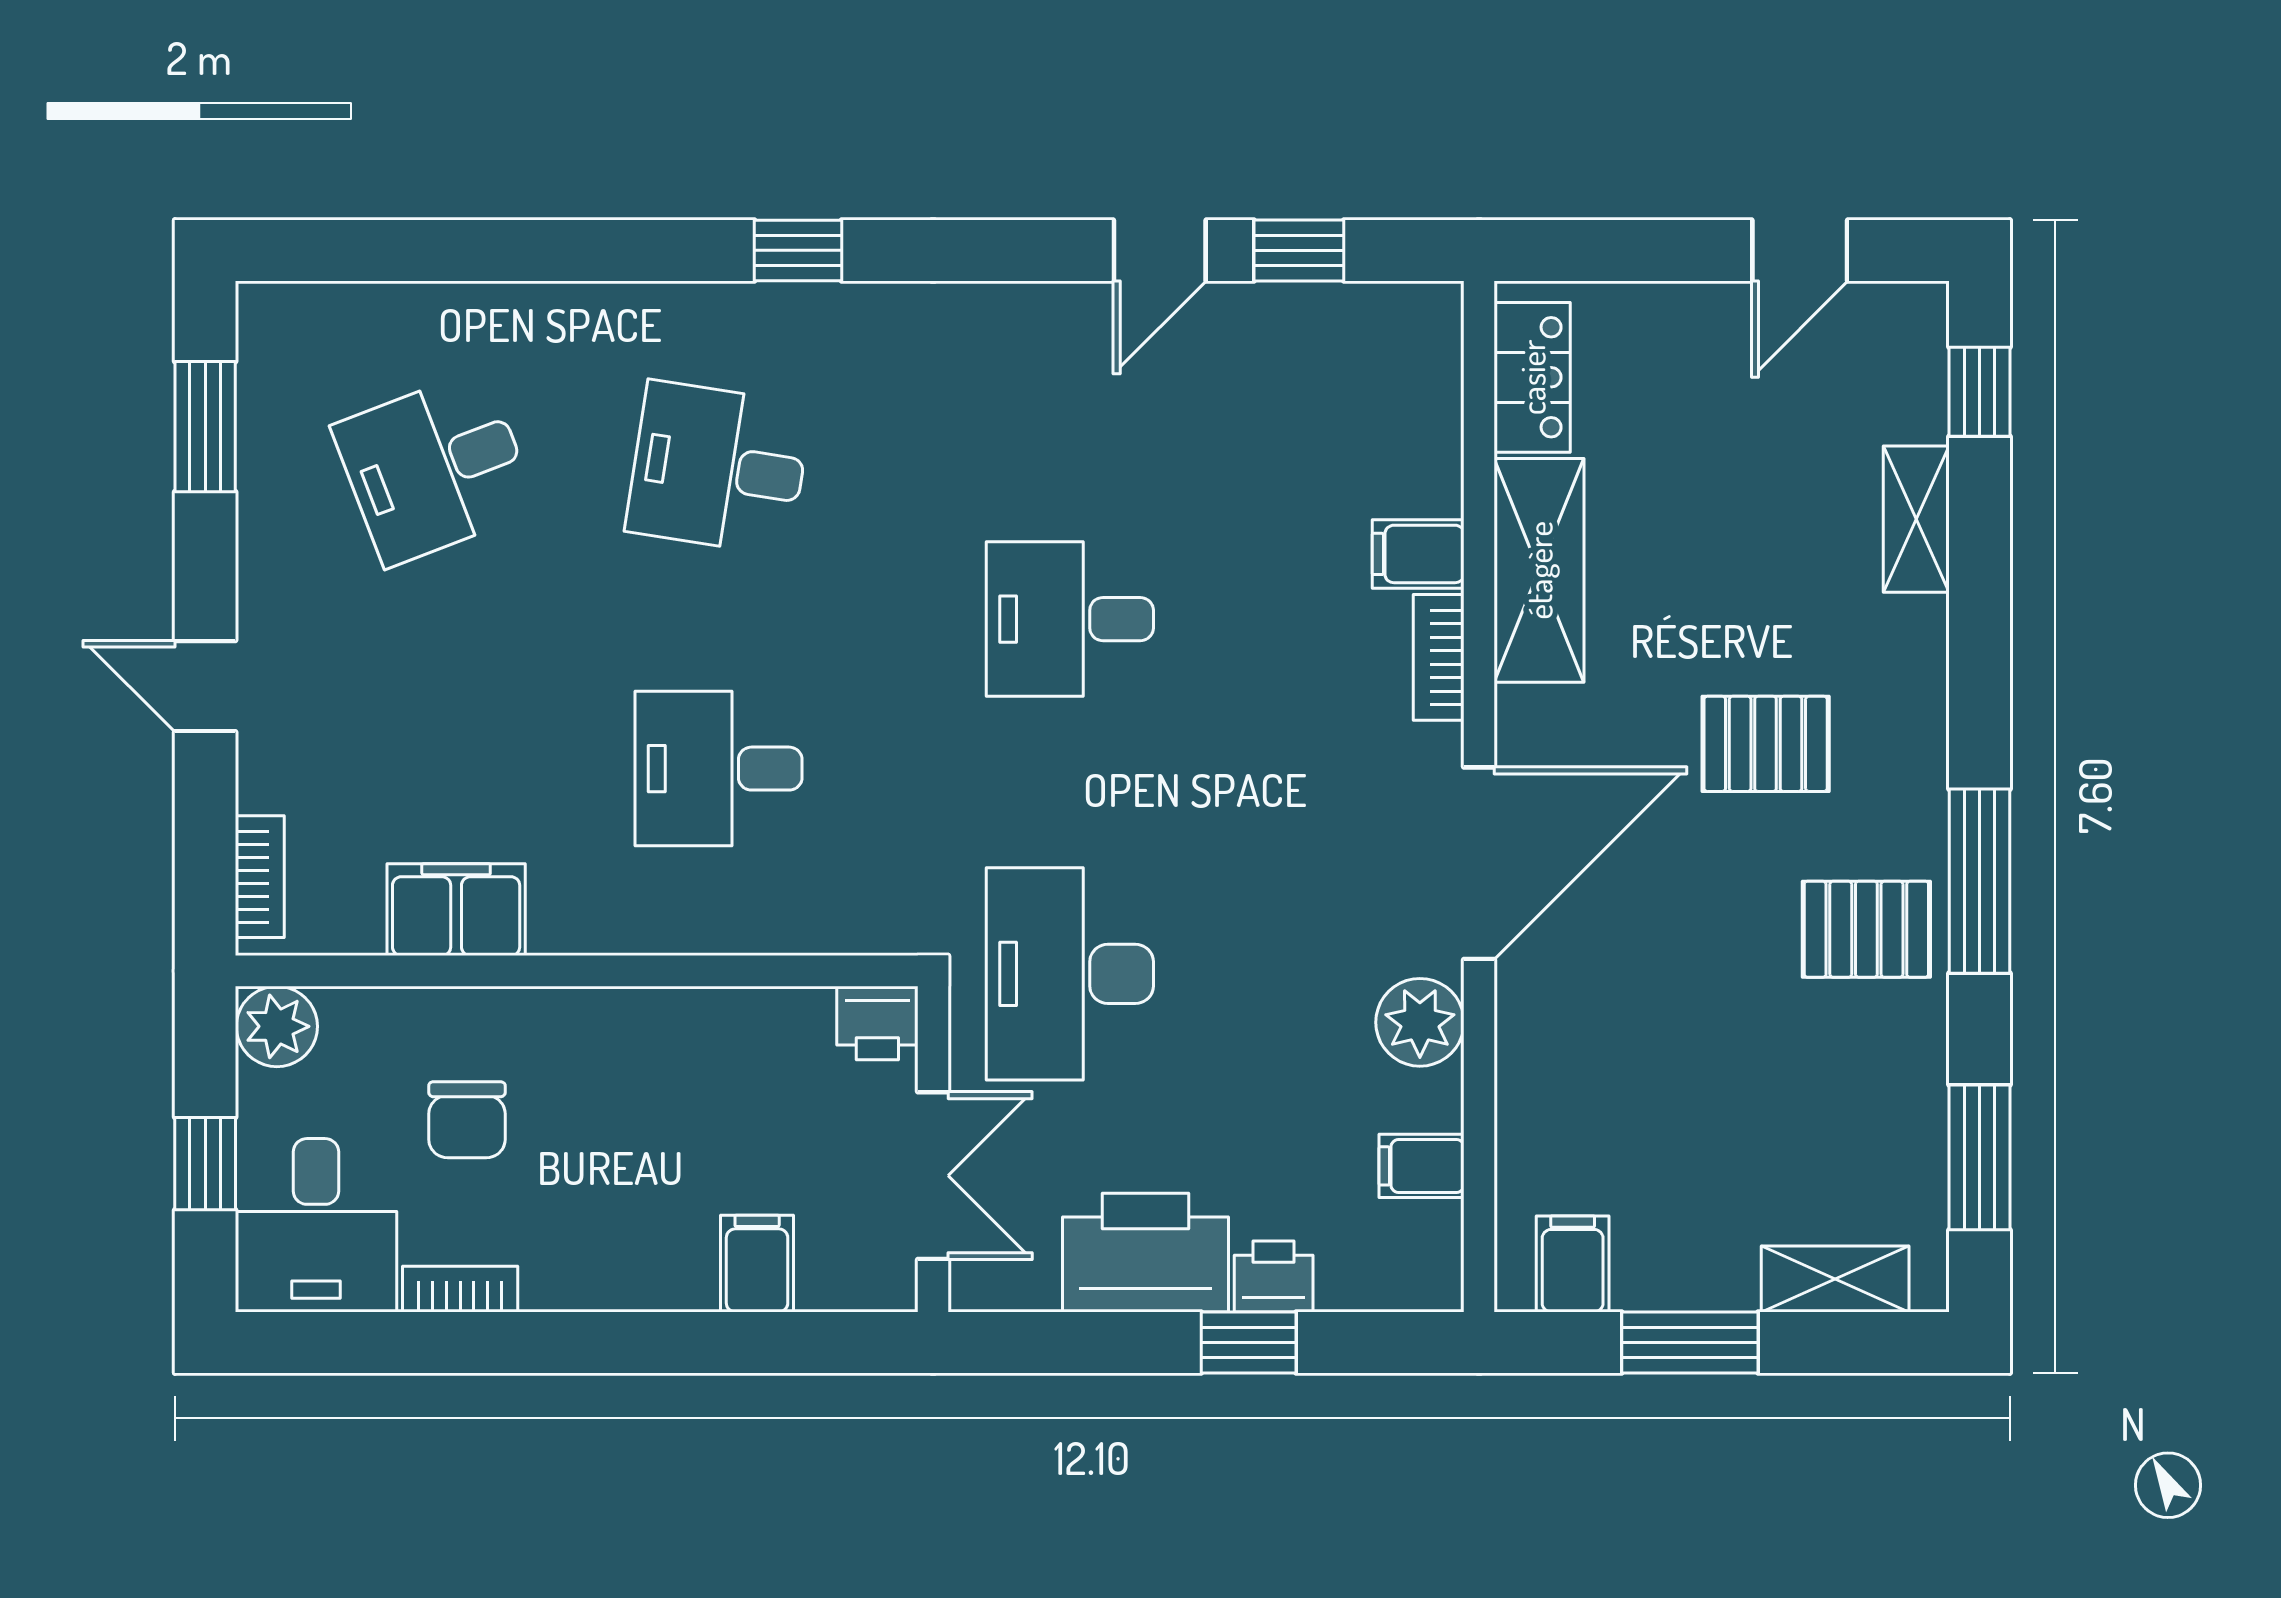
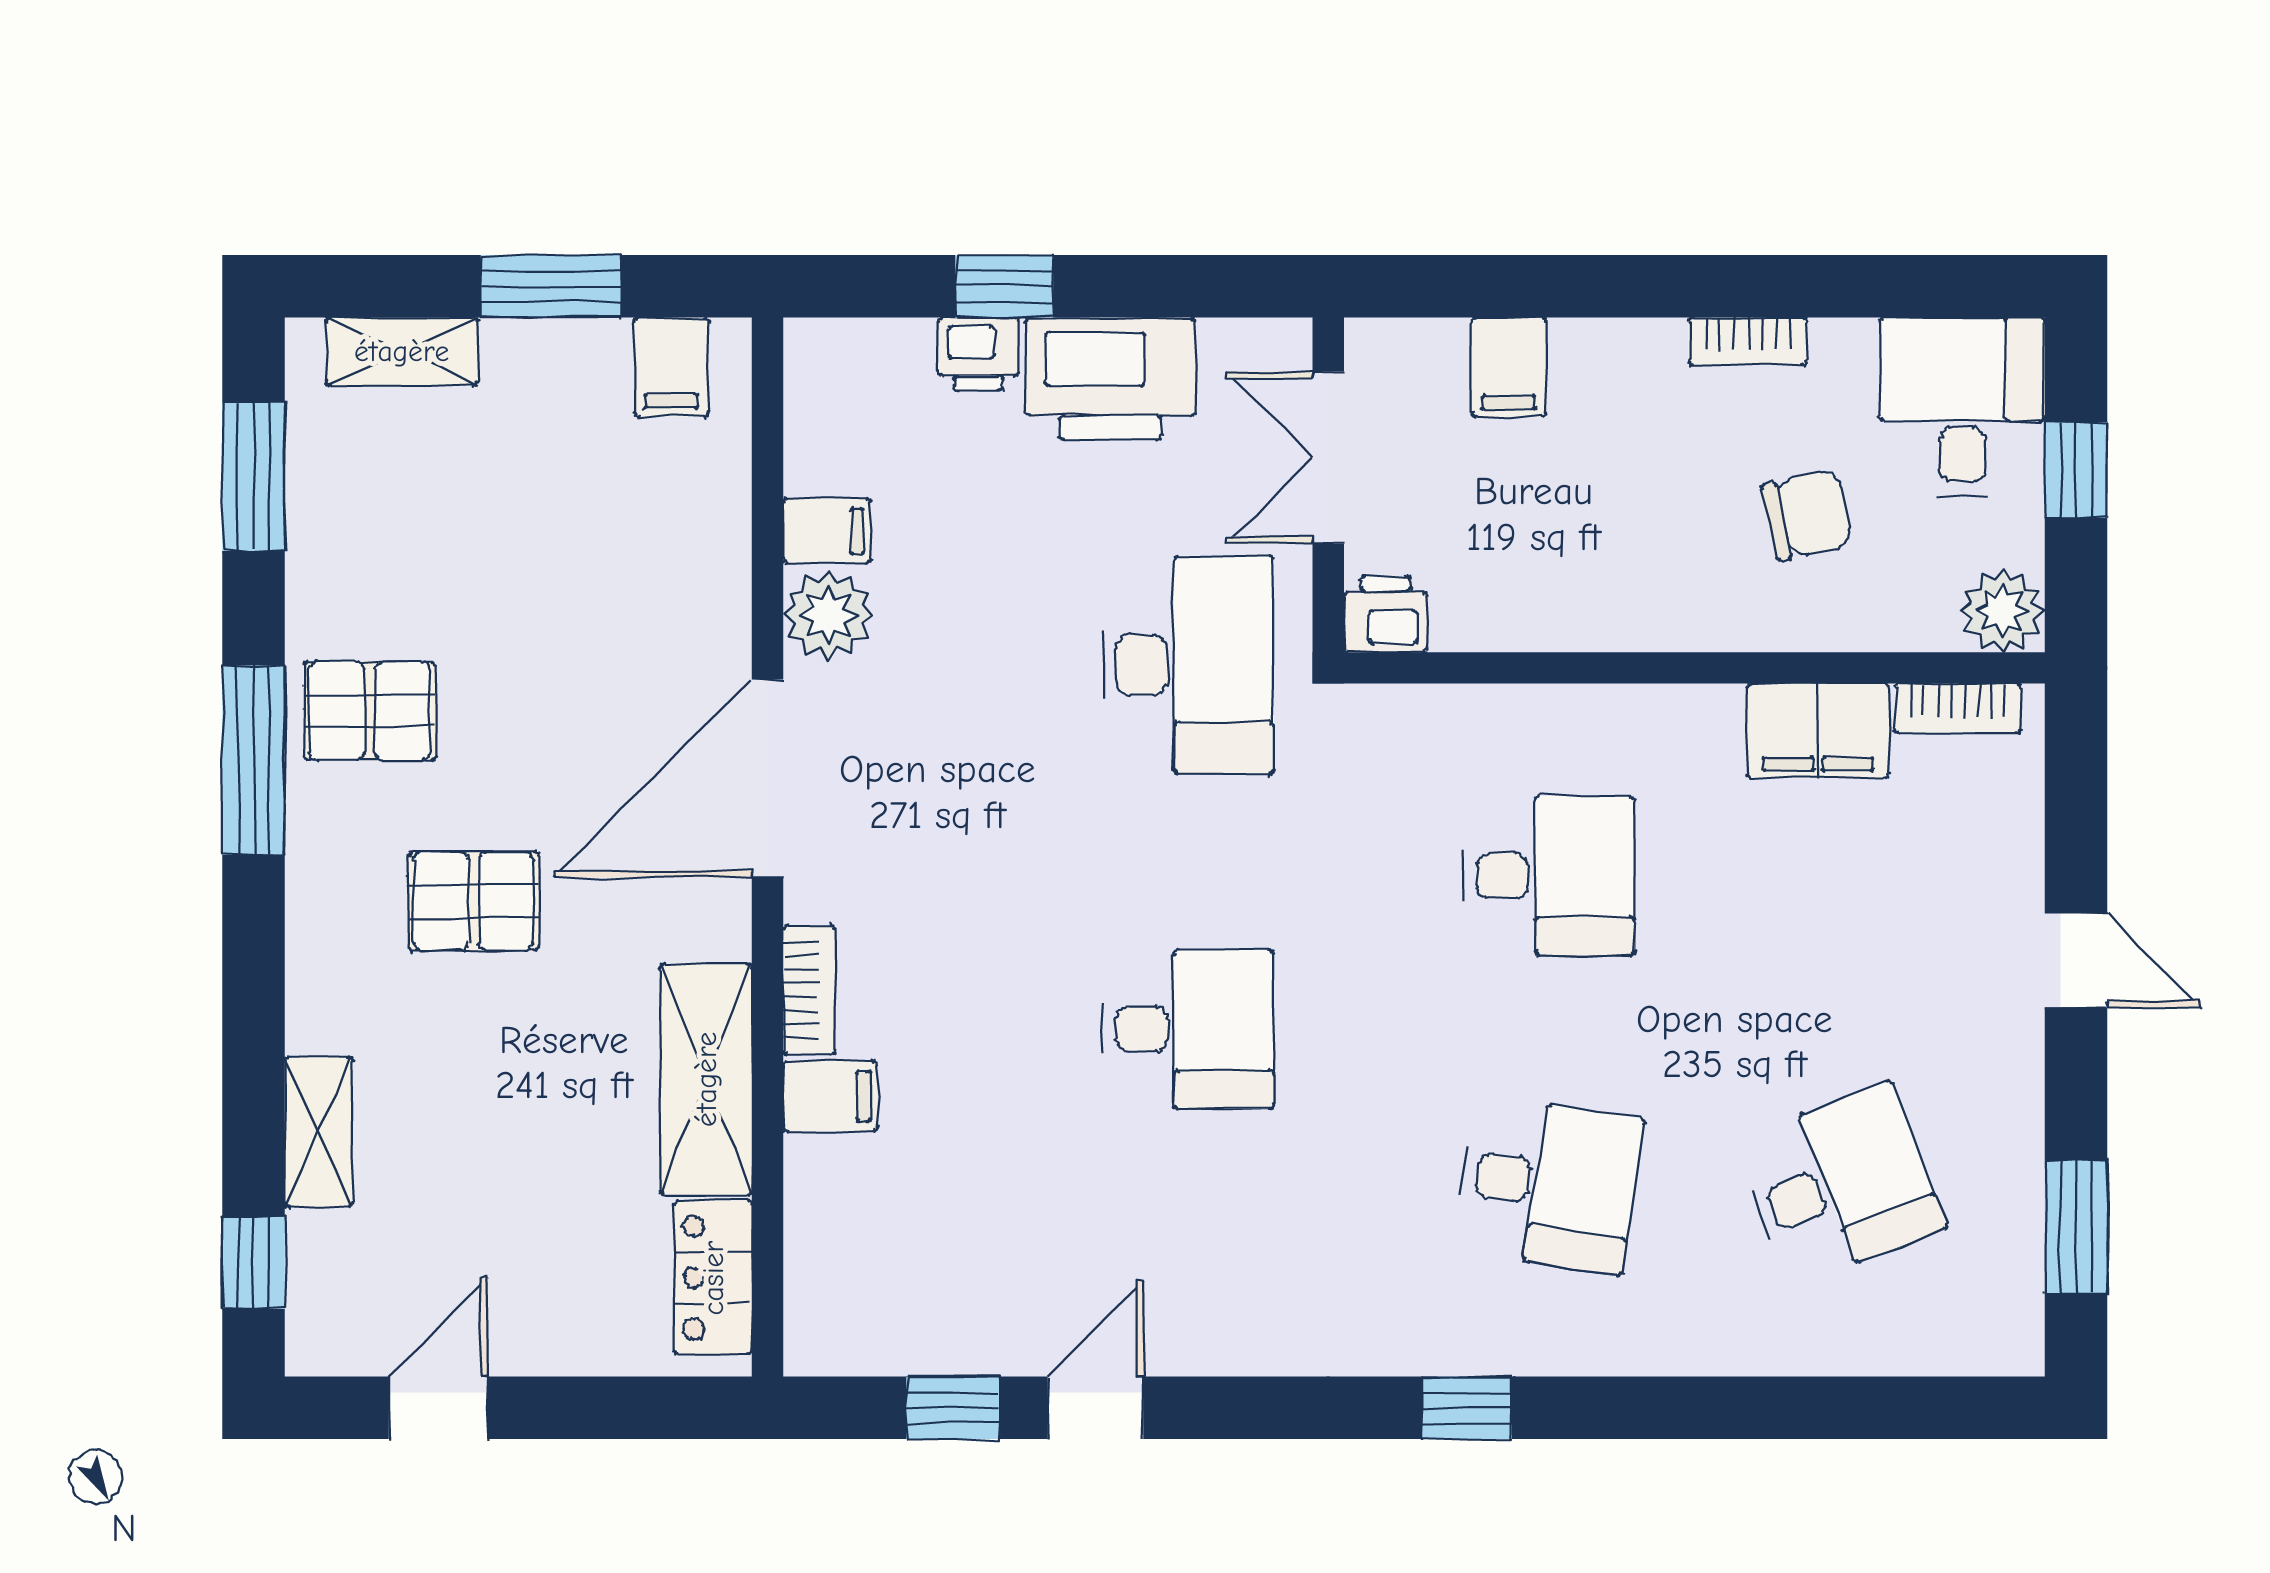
bookcase: (260, 877) -> (1958, 709), moved, turned -90
chair: (467, 1120) -> (1807, 515), turned 78
filing cabinet: (1422, 1166) -> (827, 531), moved
bookcase: (460, 1289) -> (1748, 341), moved

